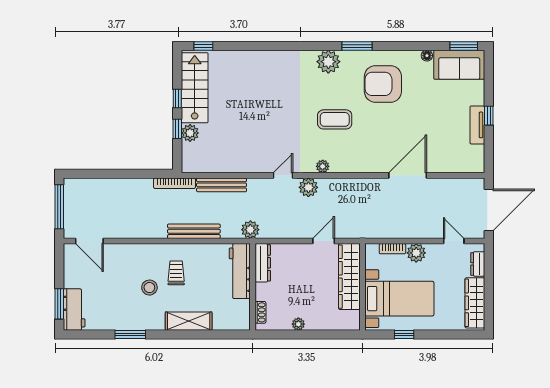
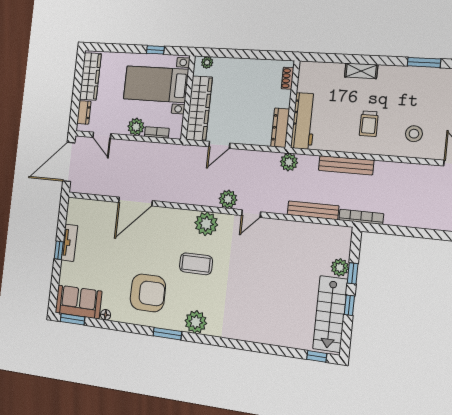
plant: (323, 166) -> (206, 224), width x1.87, depth x1.87
stool: (149, 288) -> (414, 134), moved
shelving: (189, 321) -> (361, 71), width x0.67, depth x0.75
plant: (298, 324) -> (207, 62), moved

